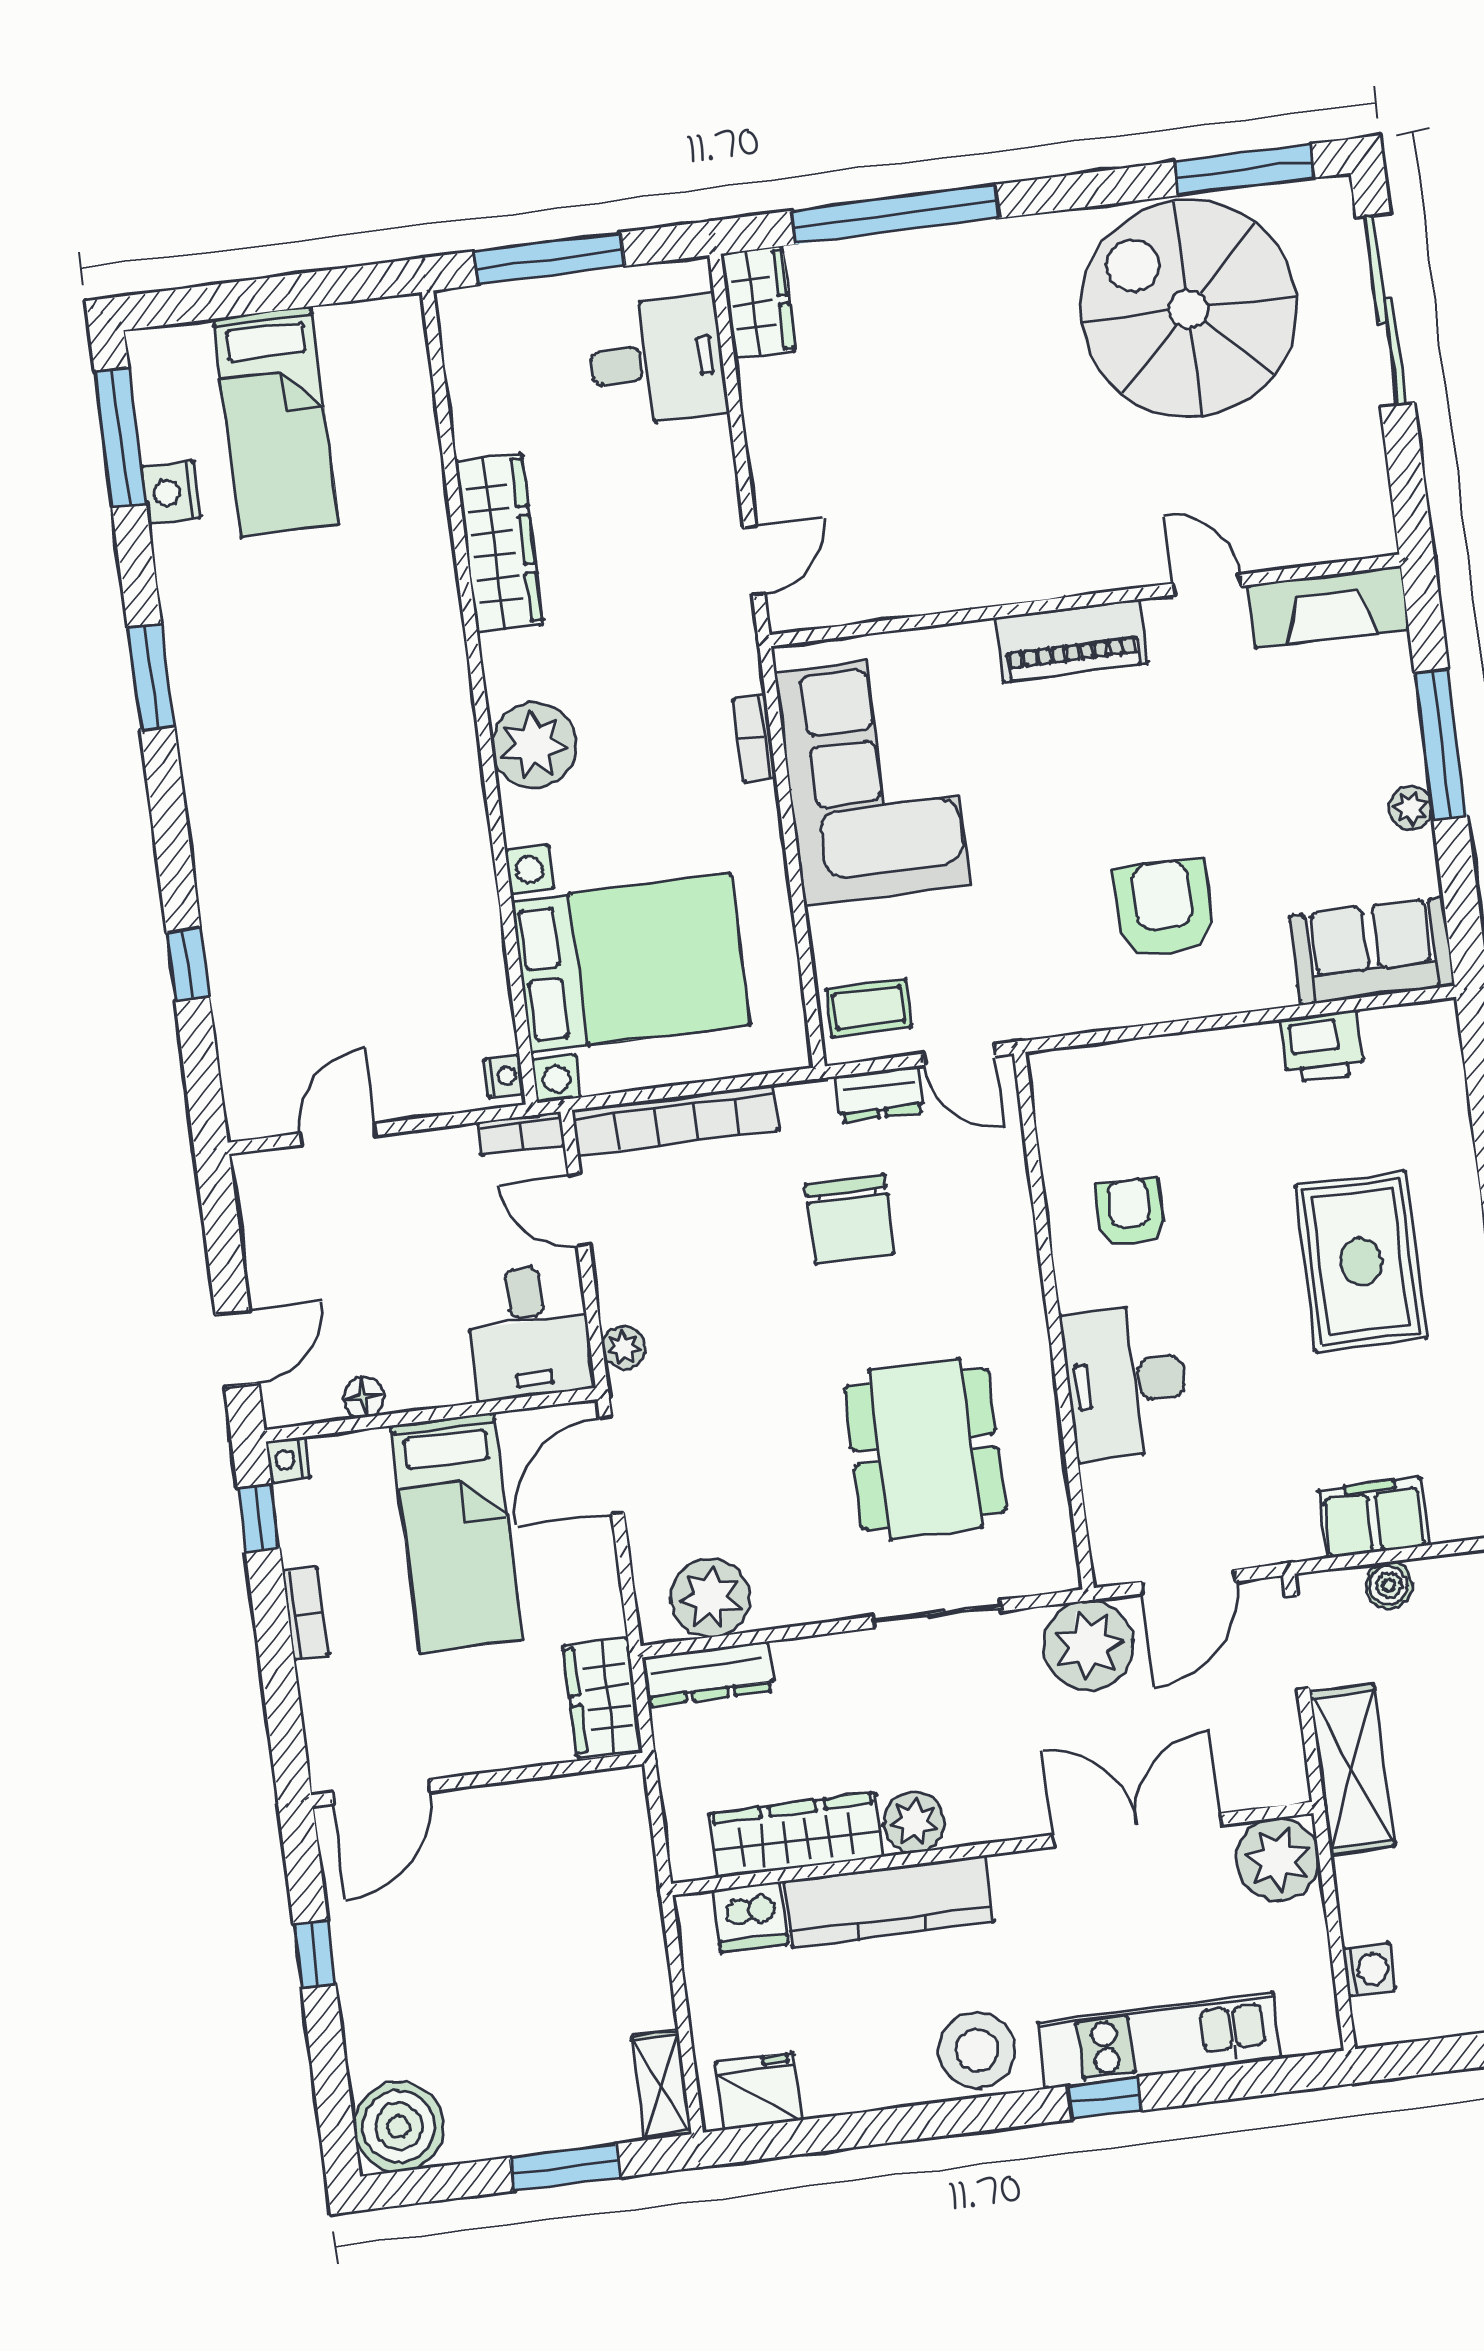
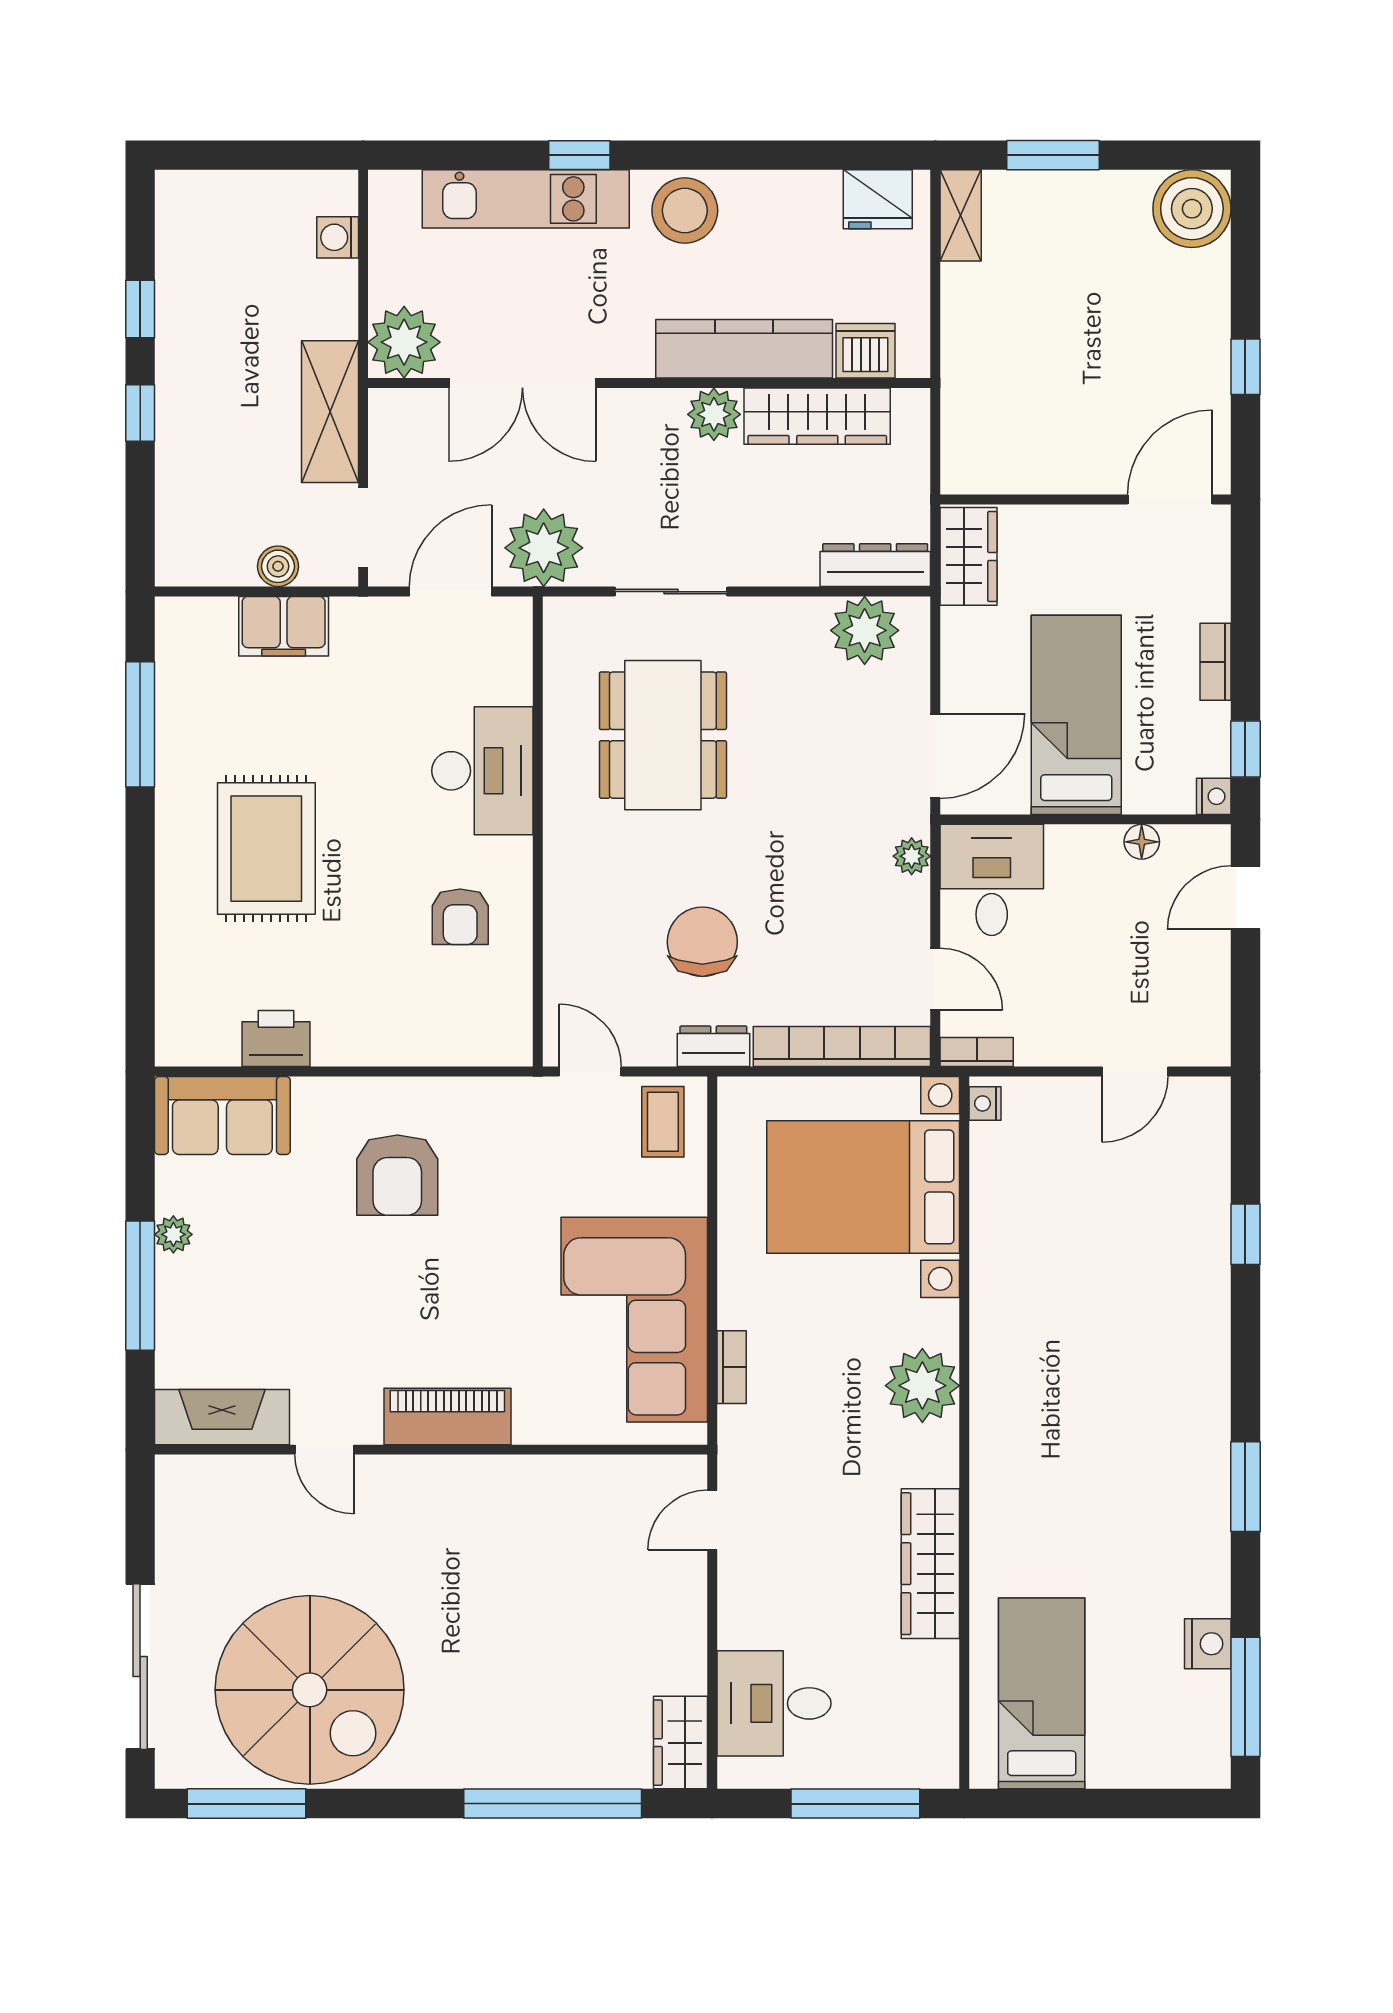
bed: (276, 421) -> (1042, 1693), moved
coffee table: (869, 1008) -> (663, 1122), turned 90
dresser: (880, 1094) -> (713, 1046), moved

